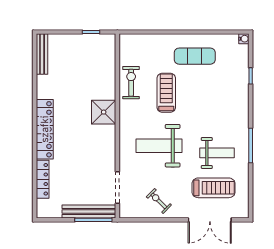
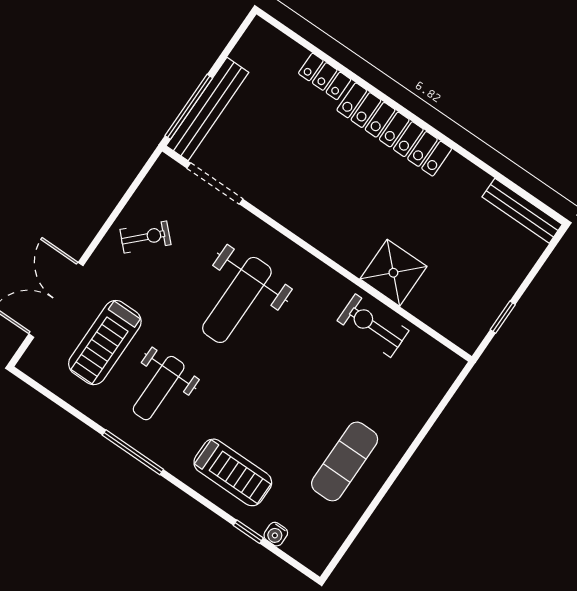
water cooler: (244, 39) -> (276, 534), moved
exercise bike: (131, 83) -> (373, 326), turned 180
treadmill: (166, 93) -> (233, 472), moved
shower: (104, 112) -> (393, 273), moved
weight bench: (159, 146) -> (237, 300), turned 180
locker: (43, 179) -> (325, 76), width x0.66

